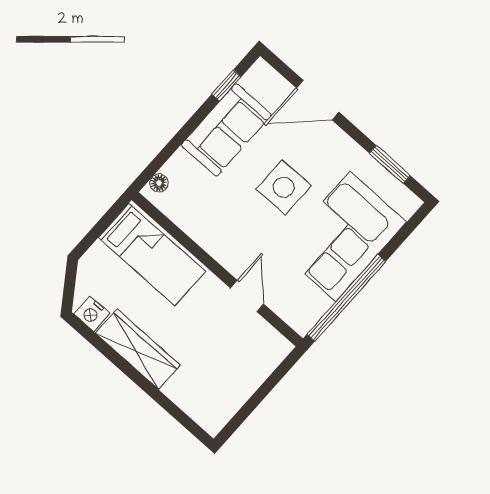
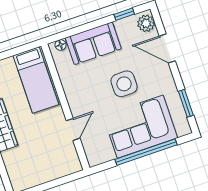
plant: (266, 81) -> (146, 23), added
sofa: (226, 130) -> (93, 43), moved
window: (346, 298) -> (146, 152), moved

